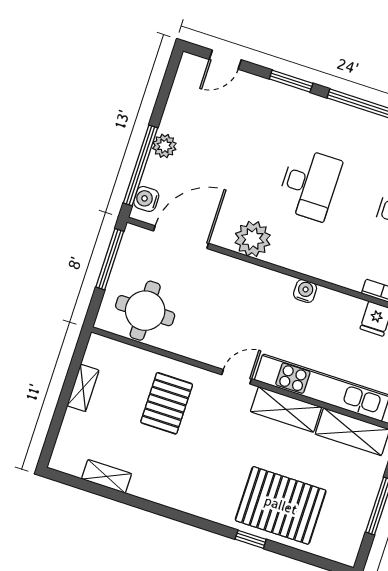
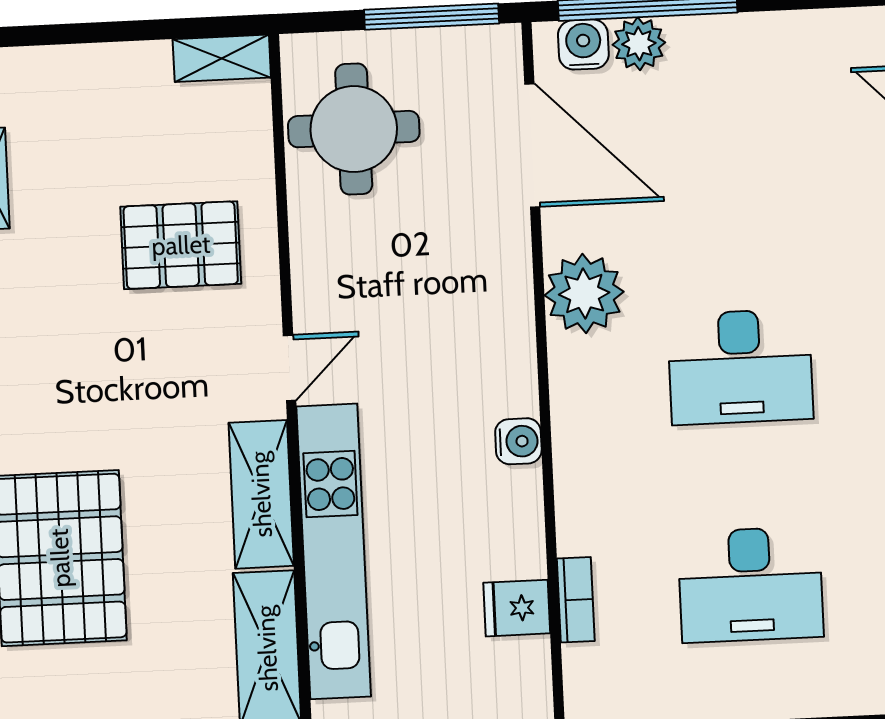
plant: (164, 146) -> (639, 44), moved
door: (237, 377) -> (290, 368), hinge flipped
shelving: (83, 388) -> (222, 58), moved

